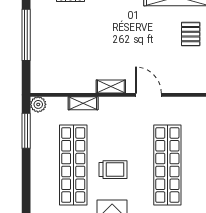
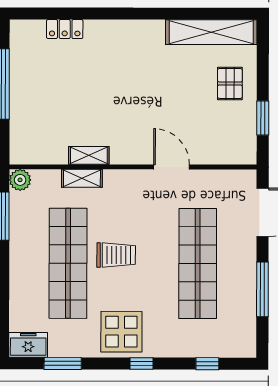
shelving: (111, 87) -> (89, 155), moved
trolley: (113, 170) -> (116, 255), moved

